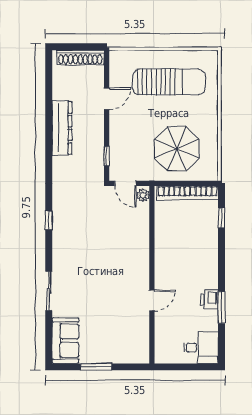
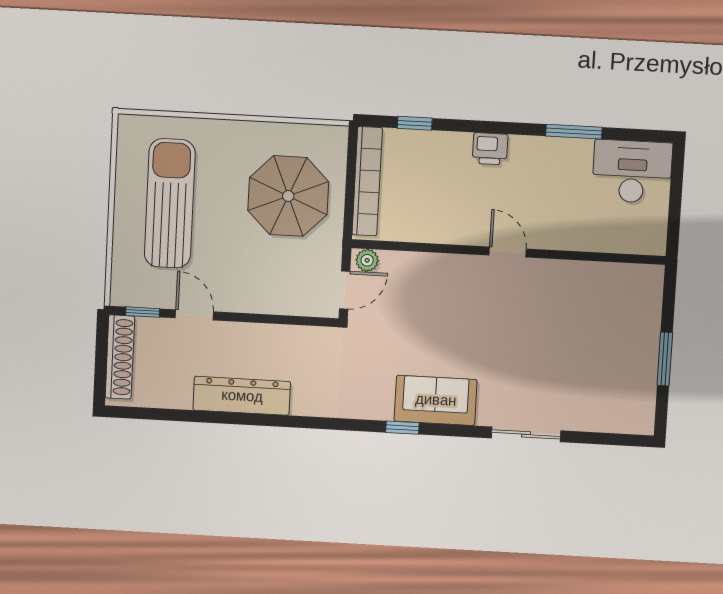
window: (107, 156) -> (143, 312), moved
printer: (209, 299) -> (490, 149), moved
door: (152, 300) -> (508, 252), moved
sofa: (65, 341) -> (436, 400), moved
desk: (201, 348) -> (632, 172), width x1.37

